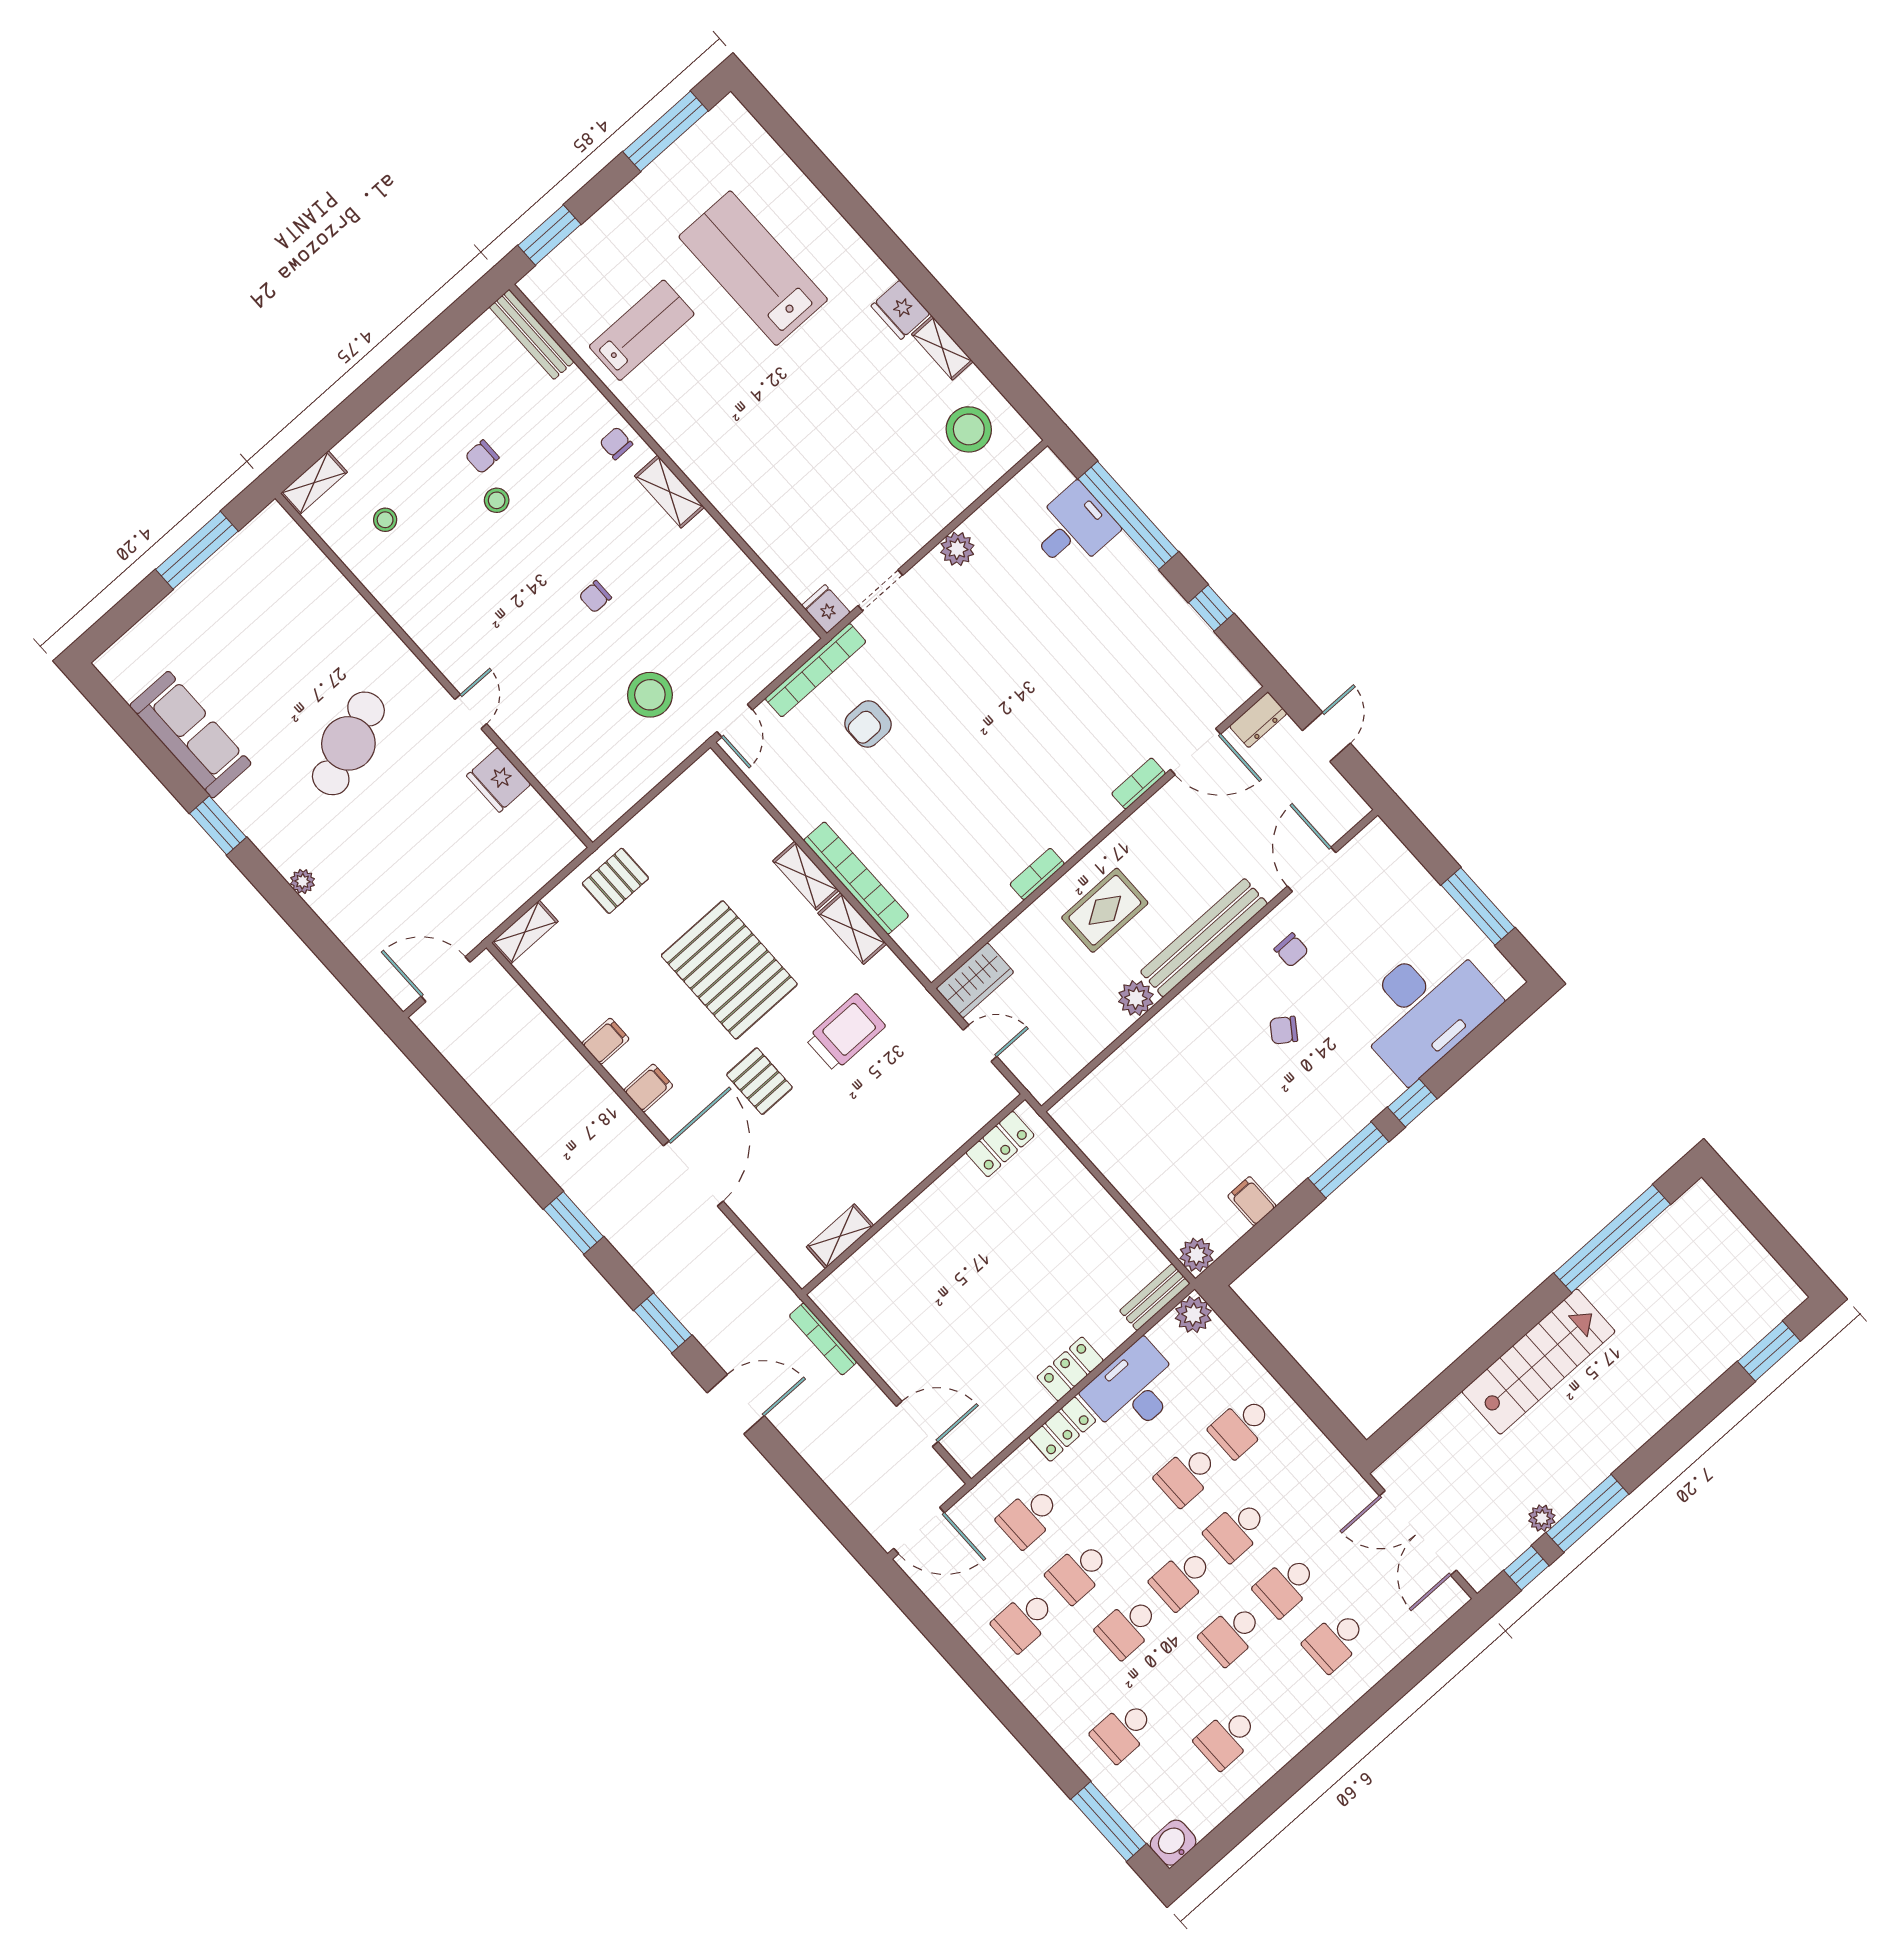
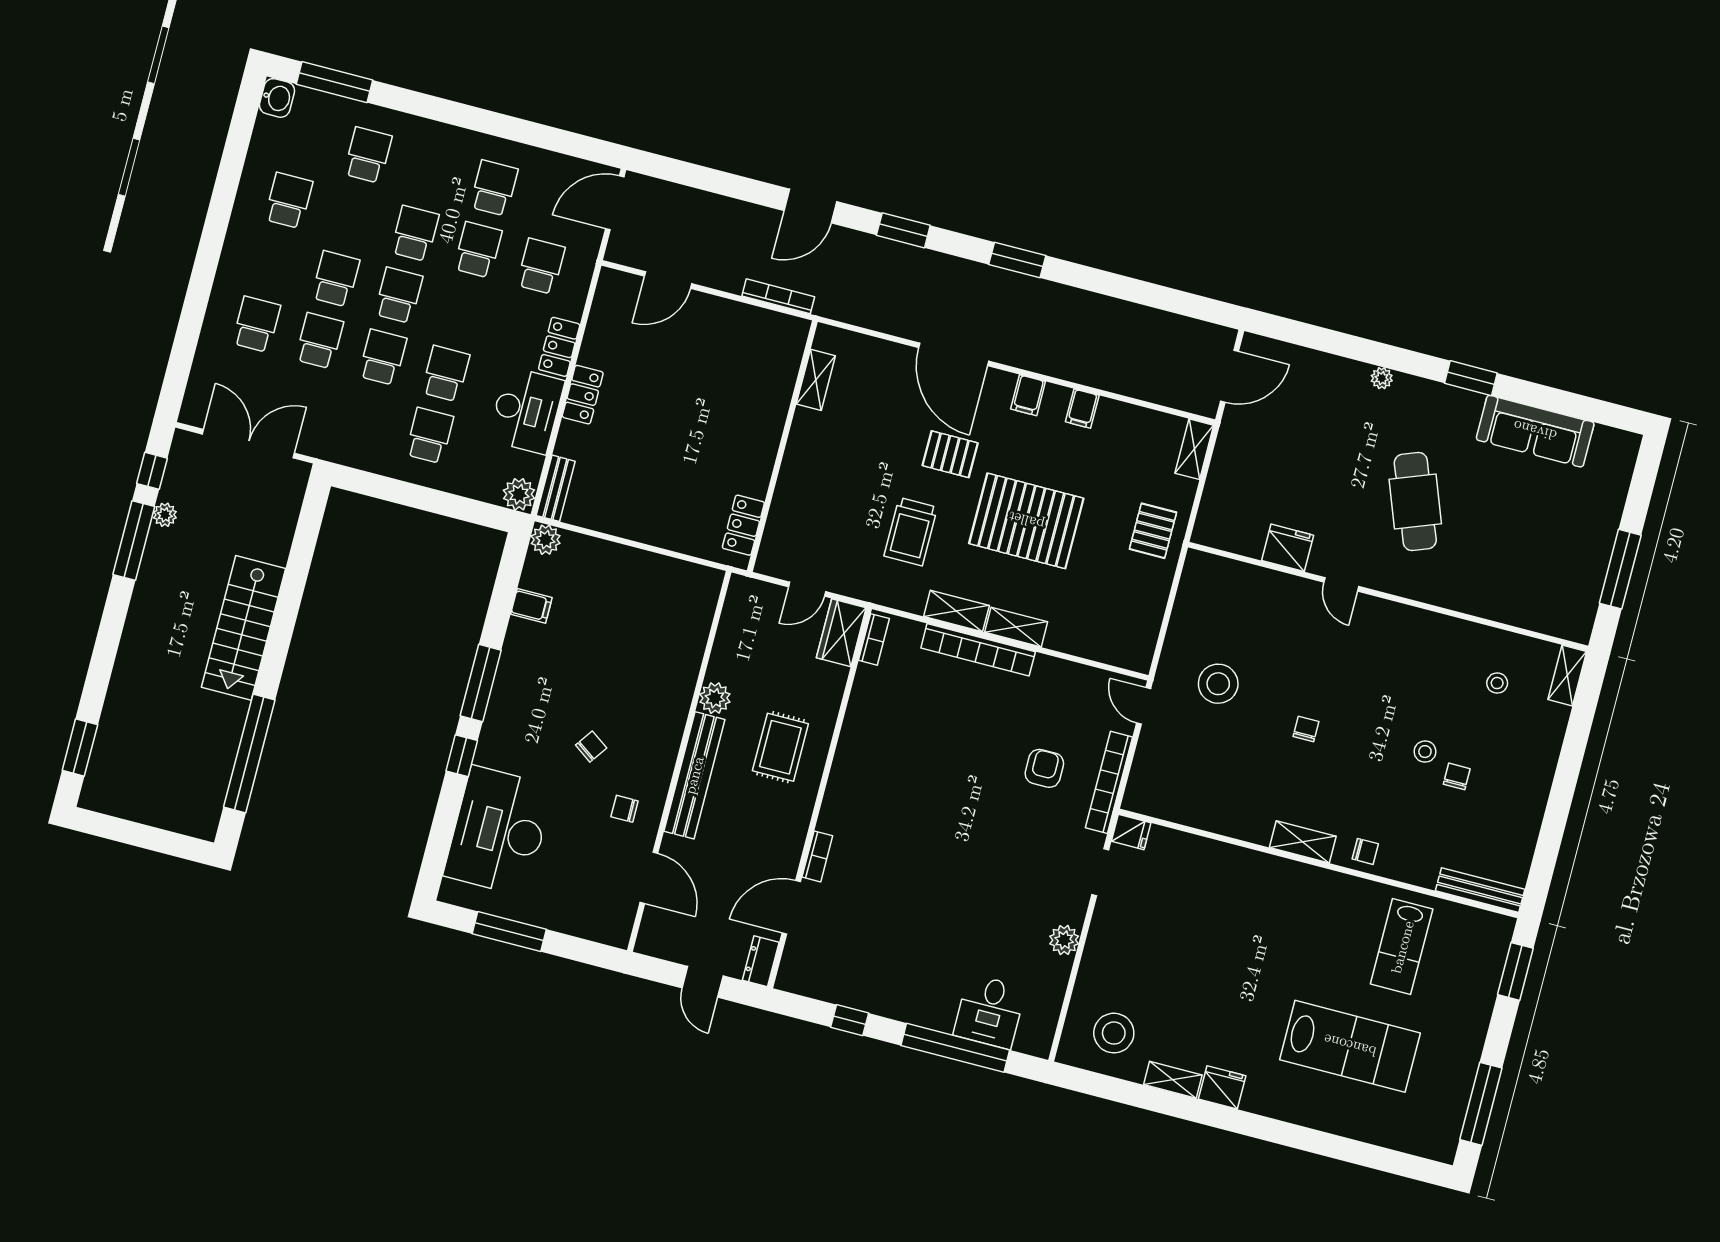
bookcase: (1037, 874) -> (874, 639), moved

